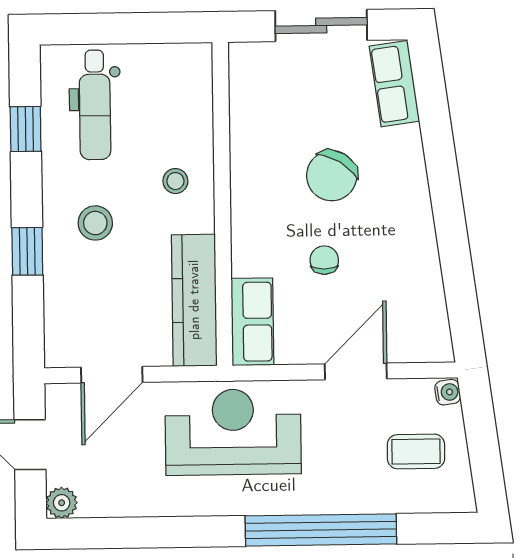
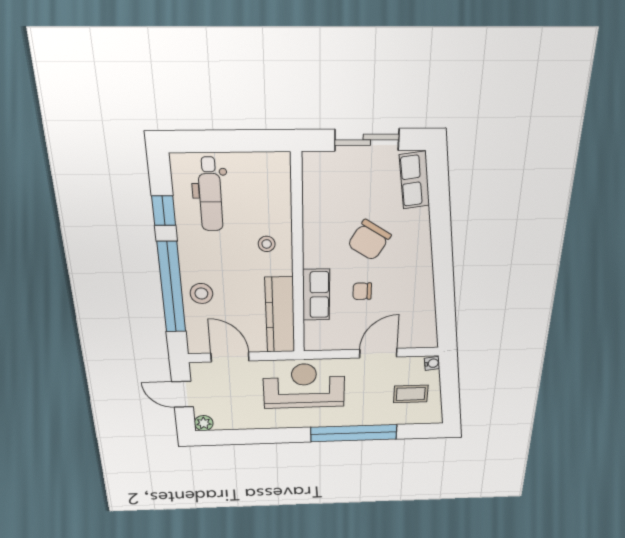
stool: (95, 223) -> (201, 294), moved
window: (27, 251) -> (172, 288), width x3.17
chair: (324, 260) -> (362, 291), turned -90
row of seats: (252, 322) -> (316, 295), moved
door: (112, 375) -> (230, 357), swing flipped

